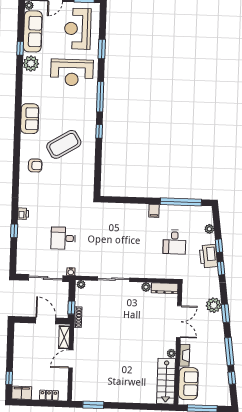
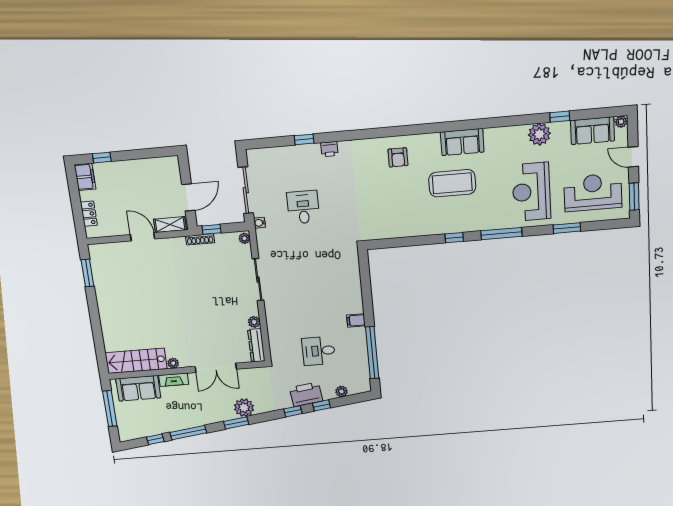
sofa: (33, 31) -> (593, 131), width x0.73
coffee table: (64, 144) -> (452, 183), moved, turned -59

